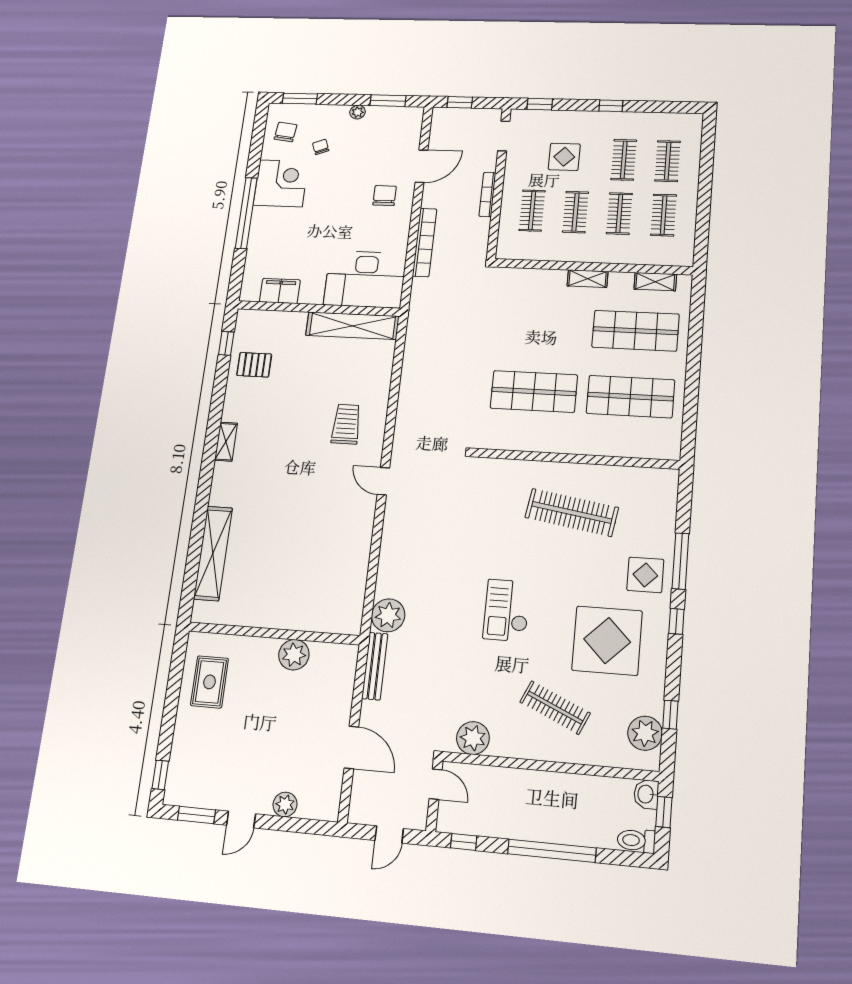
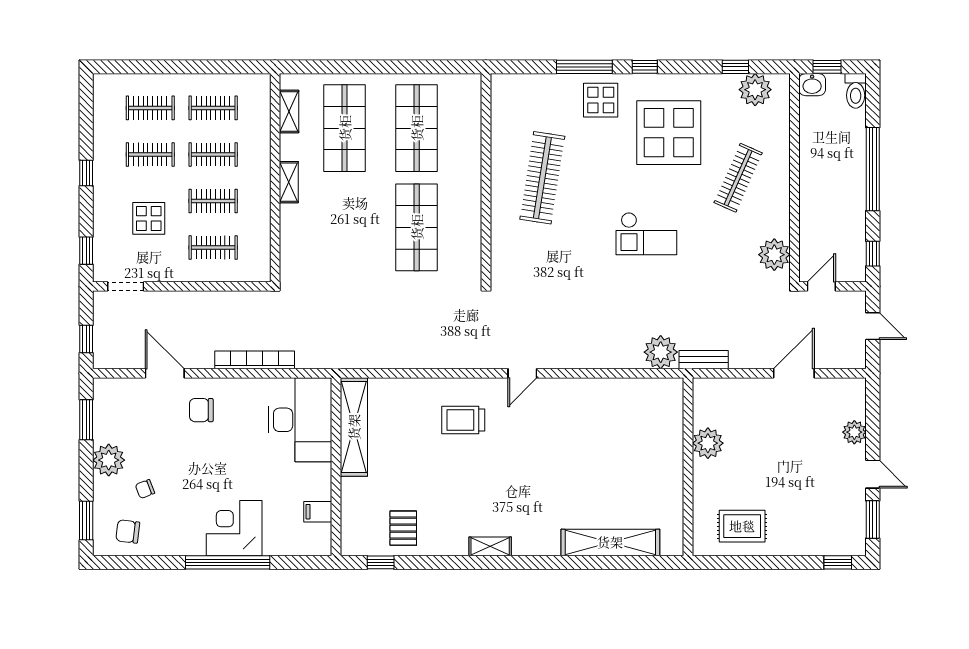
plant: (358, 112) -> (109, 460), width x1.88, depth x1.88
corner desk: (281, 183) -> (234, 528), moved
bookcase: (487, 195) -> (196, 297), removed
filing cabinet: (280, 291) -> (318, 512), width x0.50
bench: (375, 666) -> (704, 360), width x0.73

